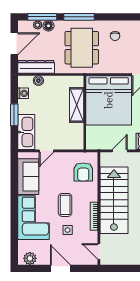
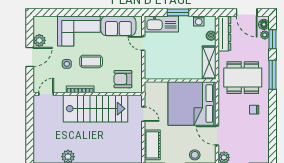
window: (42, 17) -> (272, 39), width x0.69
floor lamp: (48, 26) -> (264, 24), moved
shelving: (77, 105) -> (209, 63), moved, turned 90
plant: (30, 258) -> (39, 40), moved

